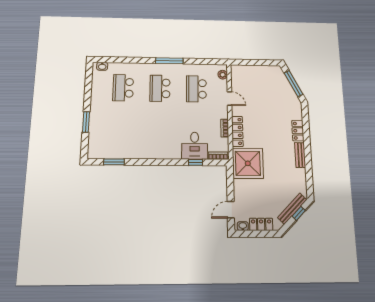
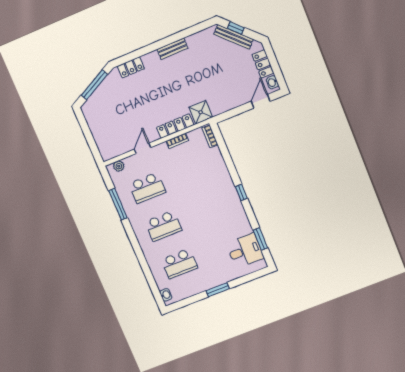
window: (169, 61) -> (118, 204), moved
window: (86, 122) -> (218, 290), moved
locker: (298, 131) -> (131, 67), moved
desk: (195, 146) -> (245, 251), moved
window: (196, 162) -> (241, 192), moved
shower: (248, 163) -> (201, 112), width x0.54, depth x0.54
door: (231, 210) -> (261, 101), swing flipped

